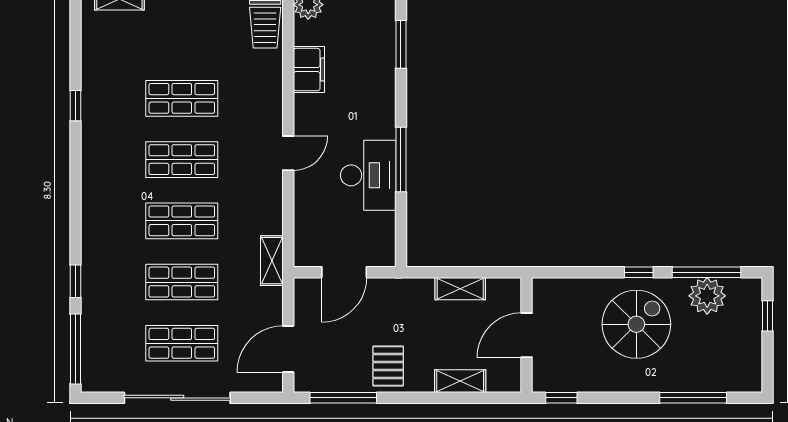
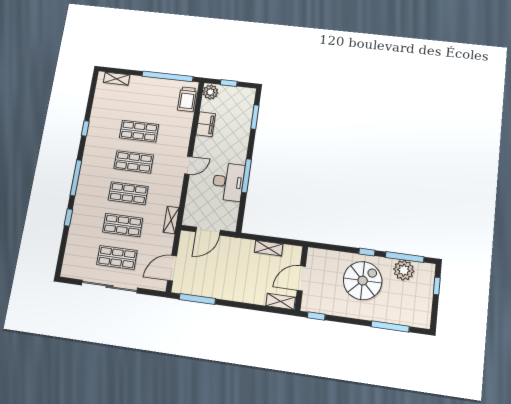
window: (75, 349) -> (76, 178), moved
pallet: (388, 366) -> (224, 285), removed
shelving: (460, 381) -> (281, 301), moved

